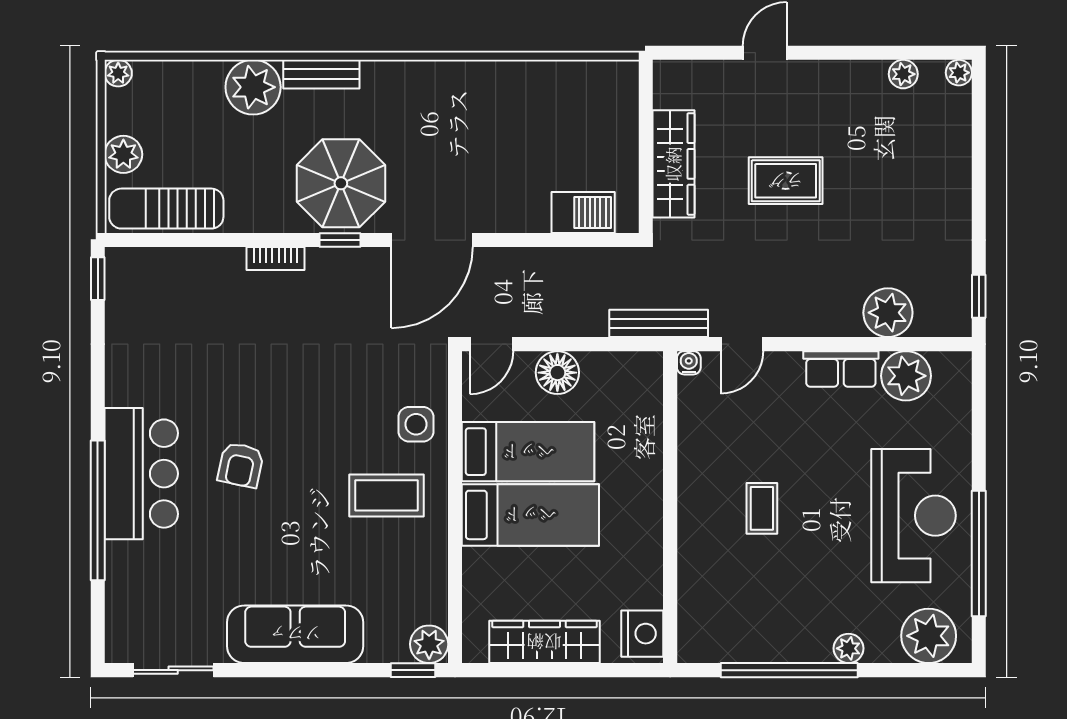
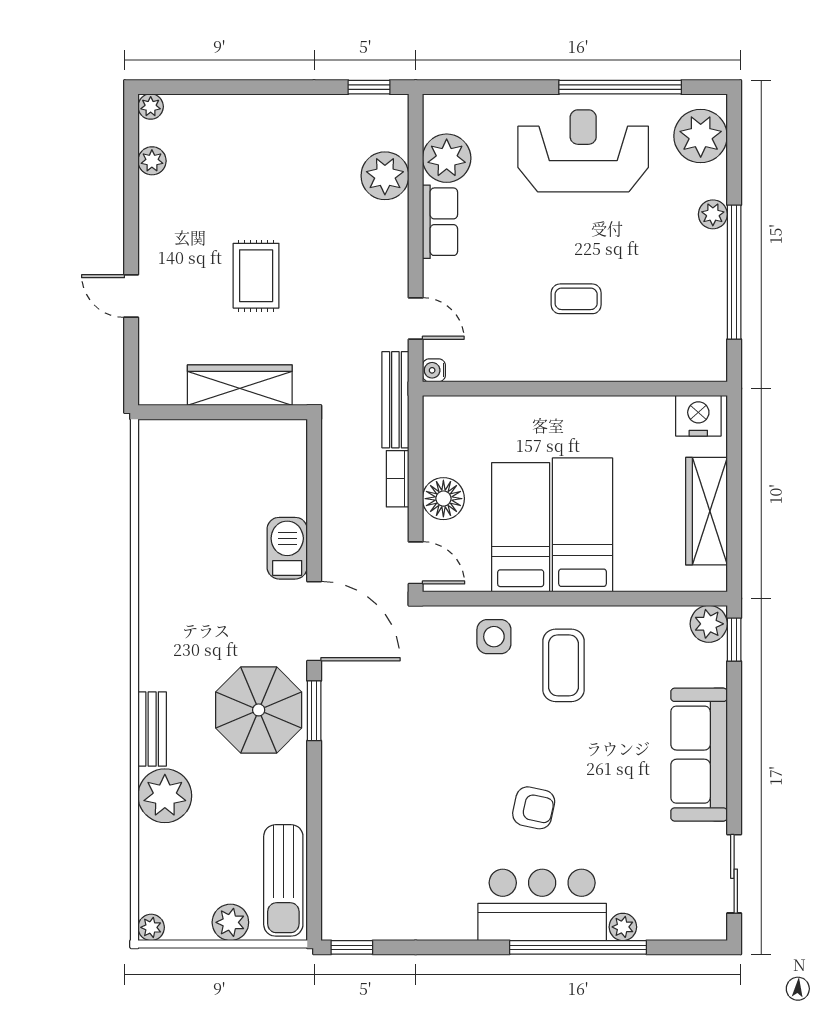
barbecue: (583, 212) -> (287, 548), moved
window: (340, 240) -> (314, 711), width x1.50
bookcase: (276, 259) -> (398, 479), moved, turned 180
plant: (119, 556) -> (623, 927), added

